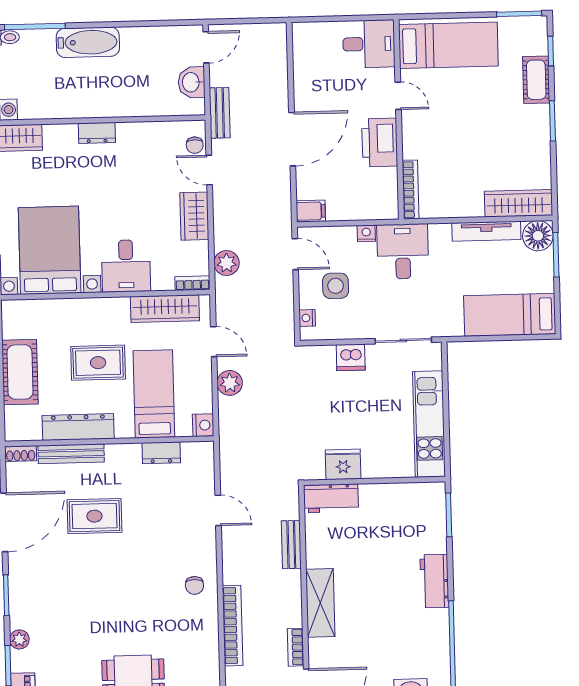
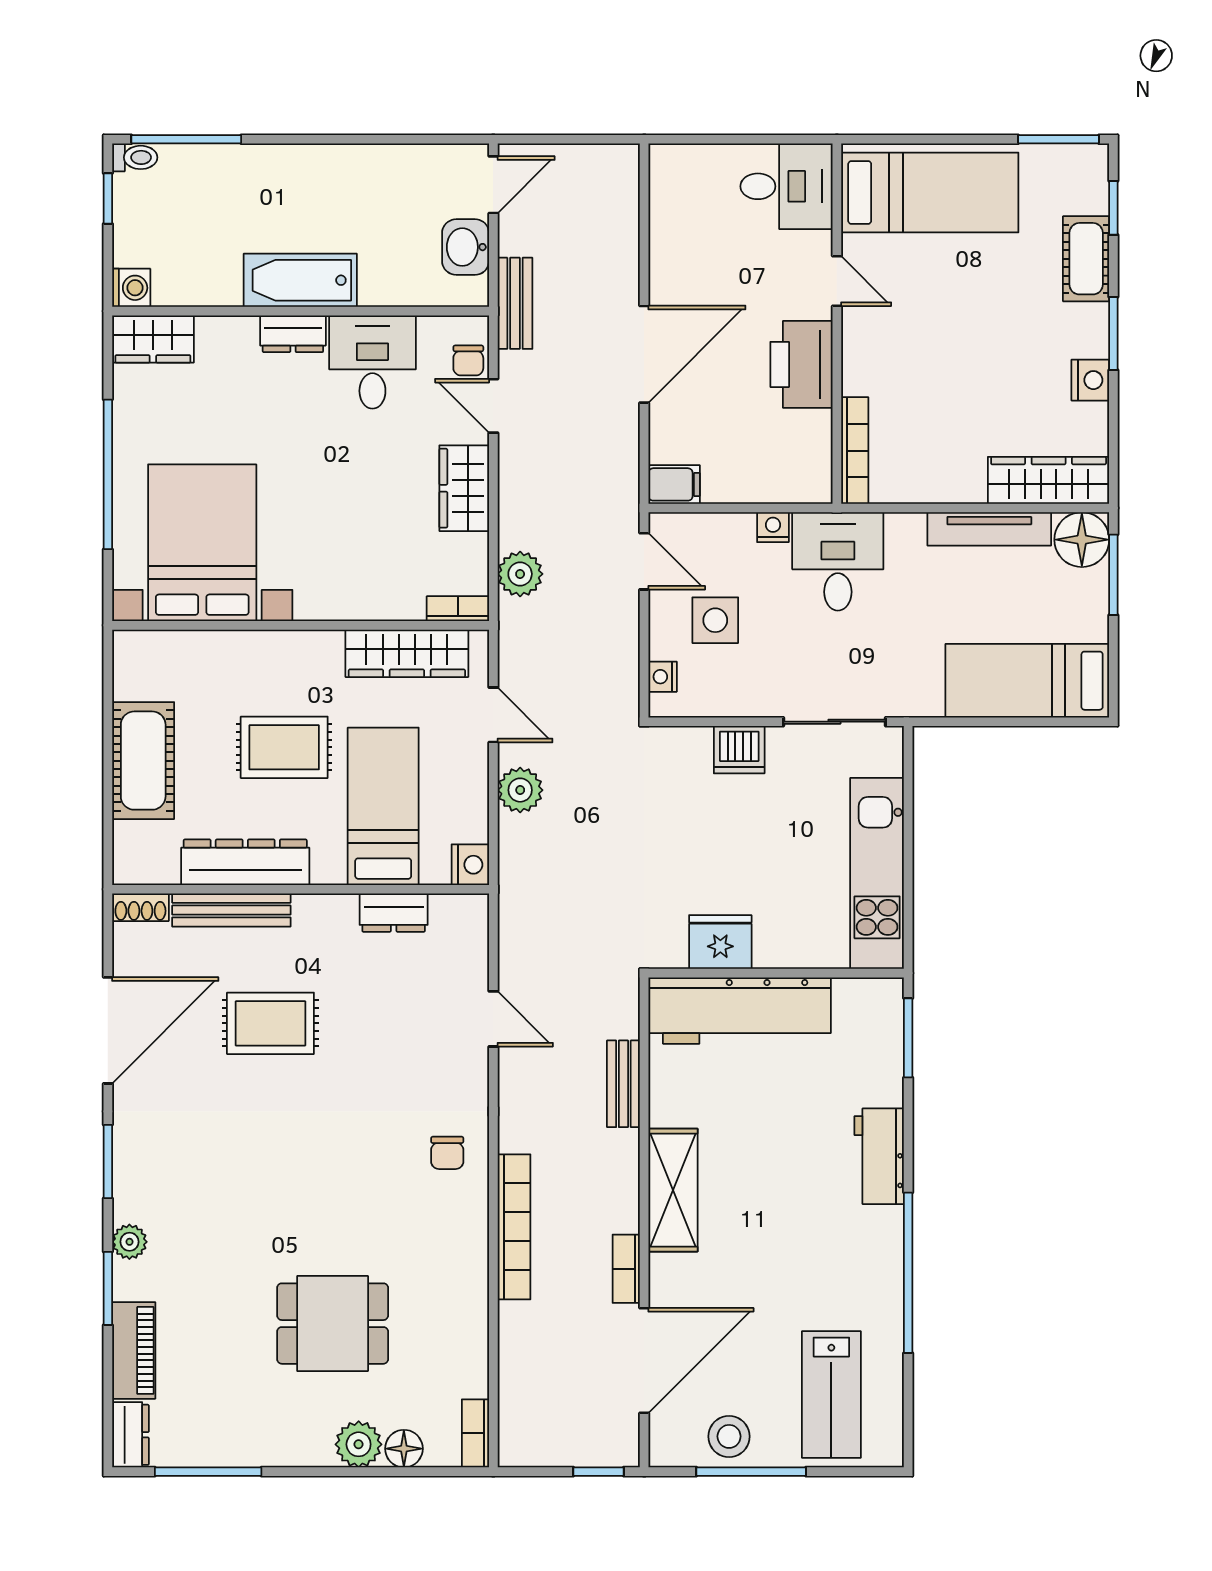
bathtub: (88, 42) -> (300, 280), moved, turned 180
nightstand: (540, 147) -> (1090, 380), added
desk: (126, 266) -> (372, 362), moved, turned 180
workbench: (331, 498) -> (740, 1011), width x1.88, depth x1.32

